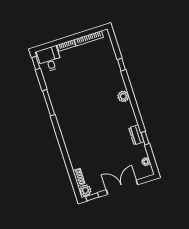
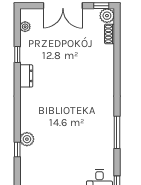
plant: (123, 96) -> (27, 139), moved
dresser: (136, 135) -> (26, 76), moved

